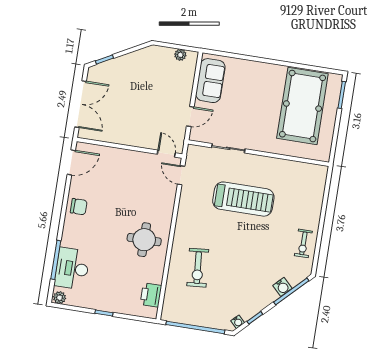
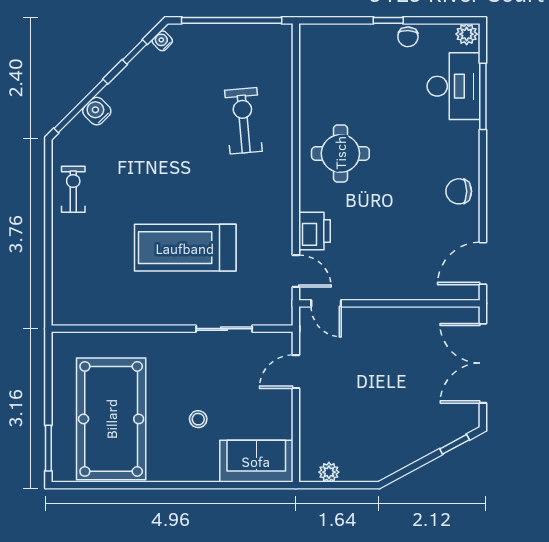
sofa: (210, 81) -> (256, 461), moved, turned 90
stool: (252, 98) -> (198, 419), added
printer: (151, 295) -> (315, 231), moved
chair: (94, 301) -> (408, 37), added

